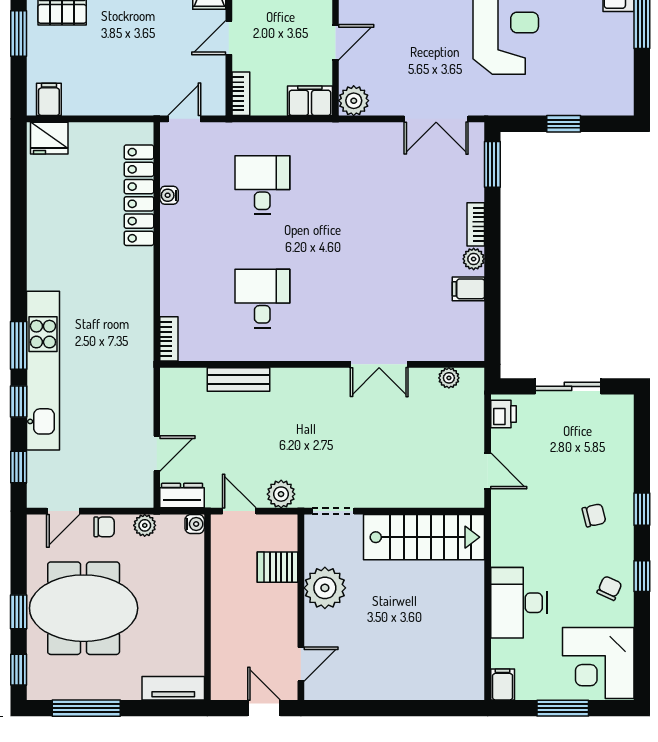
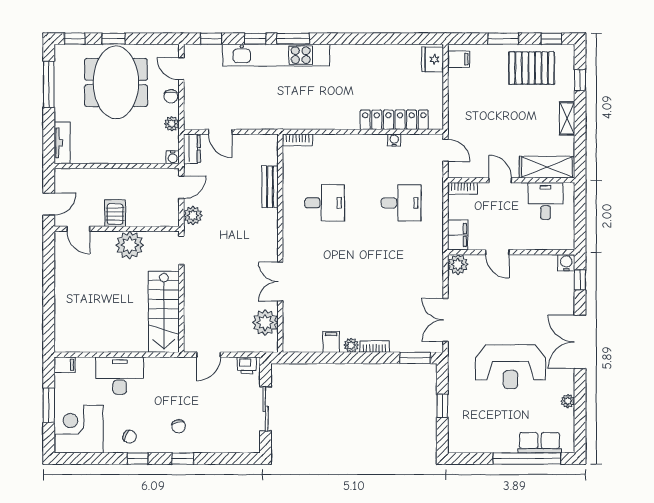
plant: (449, 378) -> (265, 323), width x1.88, depth x1.88
server rack: (277, 567) -> (115, 213), moved

